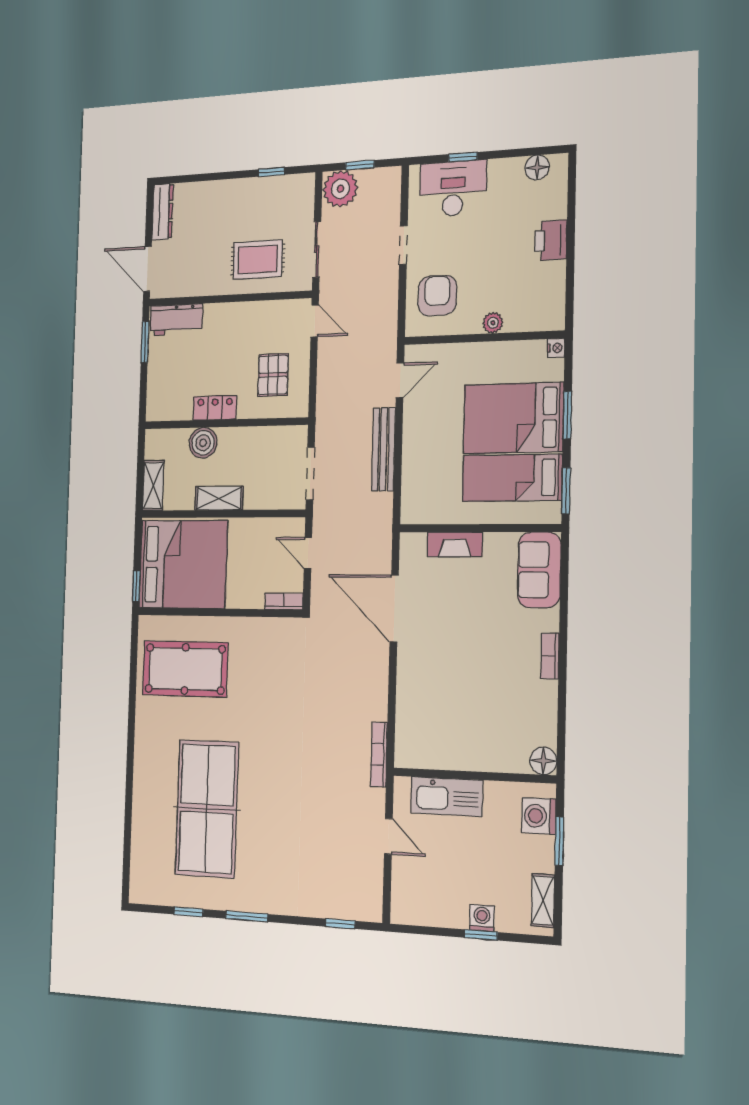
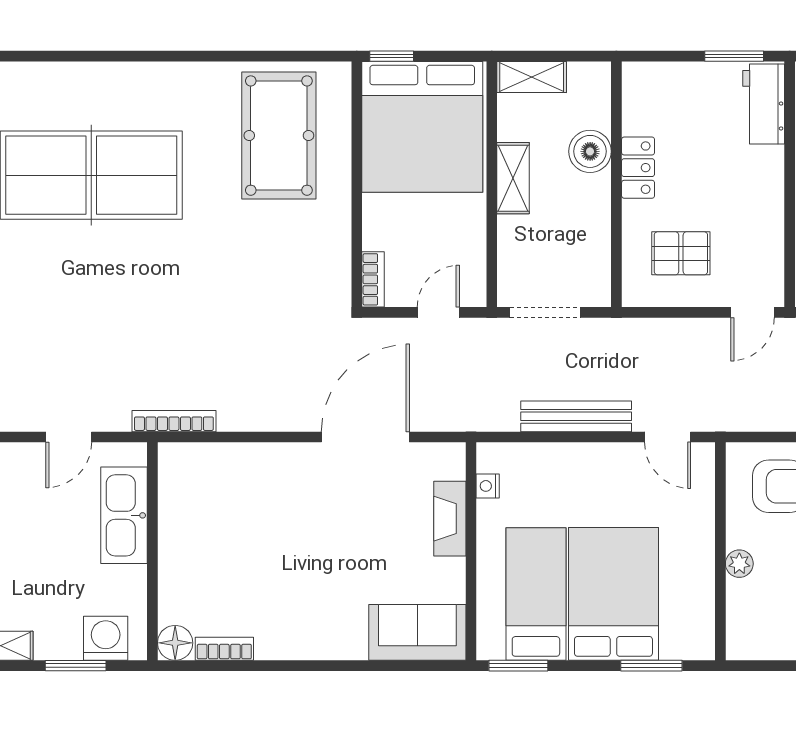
nightstand: (556, 348) -> (488, 486), moved, turned 90
window: (567, 415) -> (651, 666), moved
bookcase: (550, 656) -> (224, 649), moved

